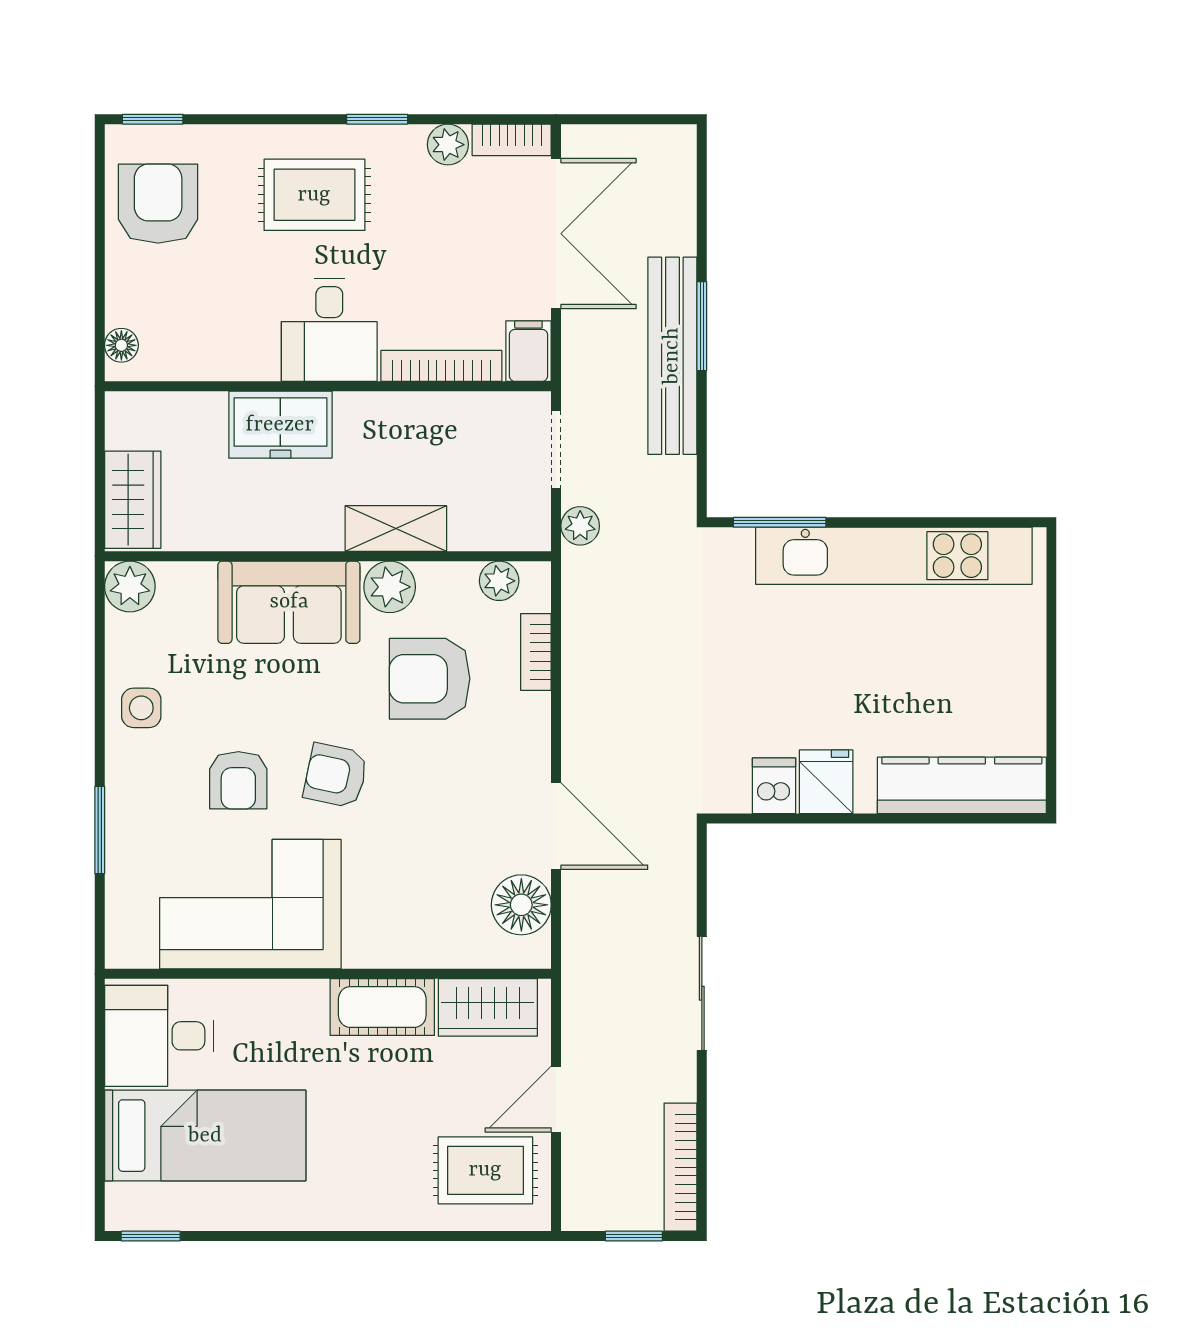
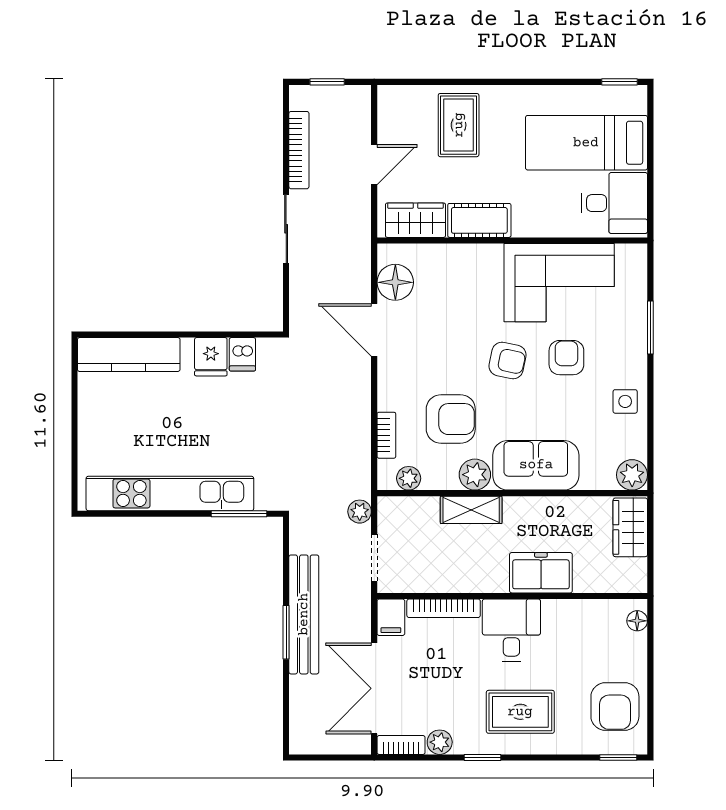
bookcase: (681, 1167) -> (299, 150), moved
rug: (485, 1170) -> (459, 125), moved, turned 90

